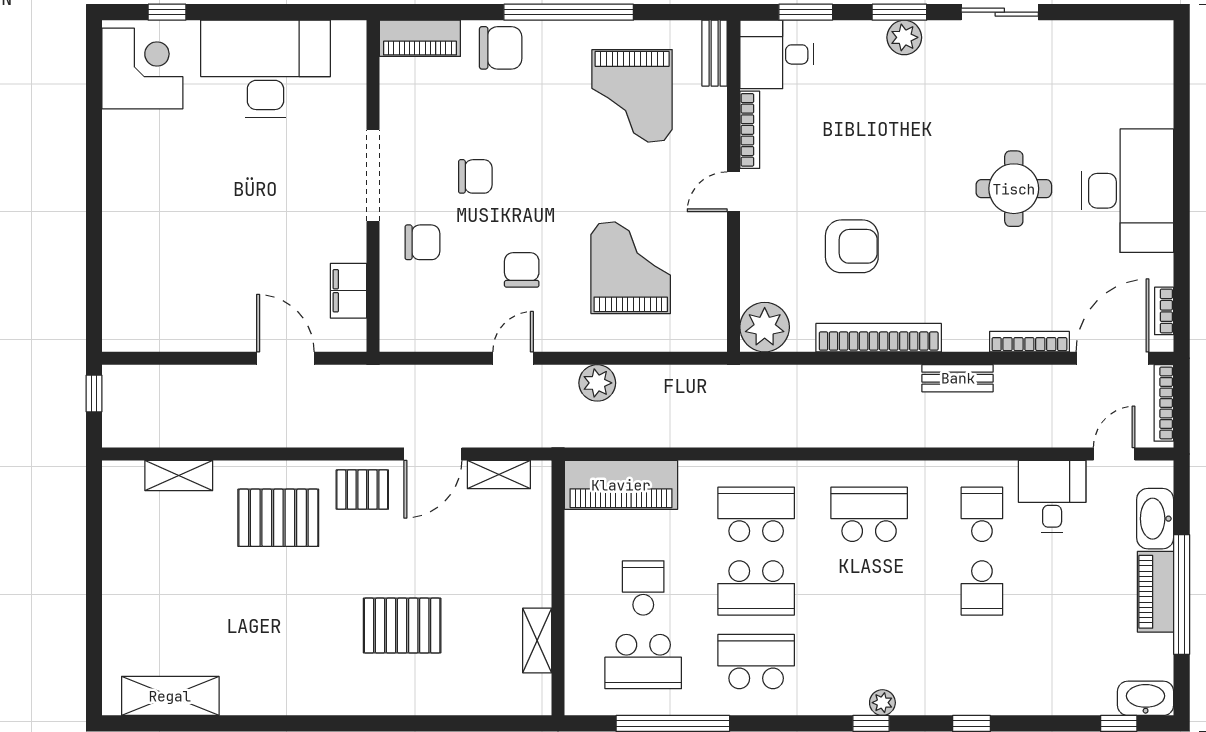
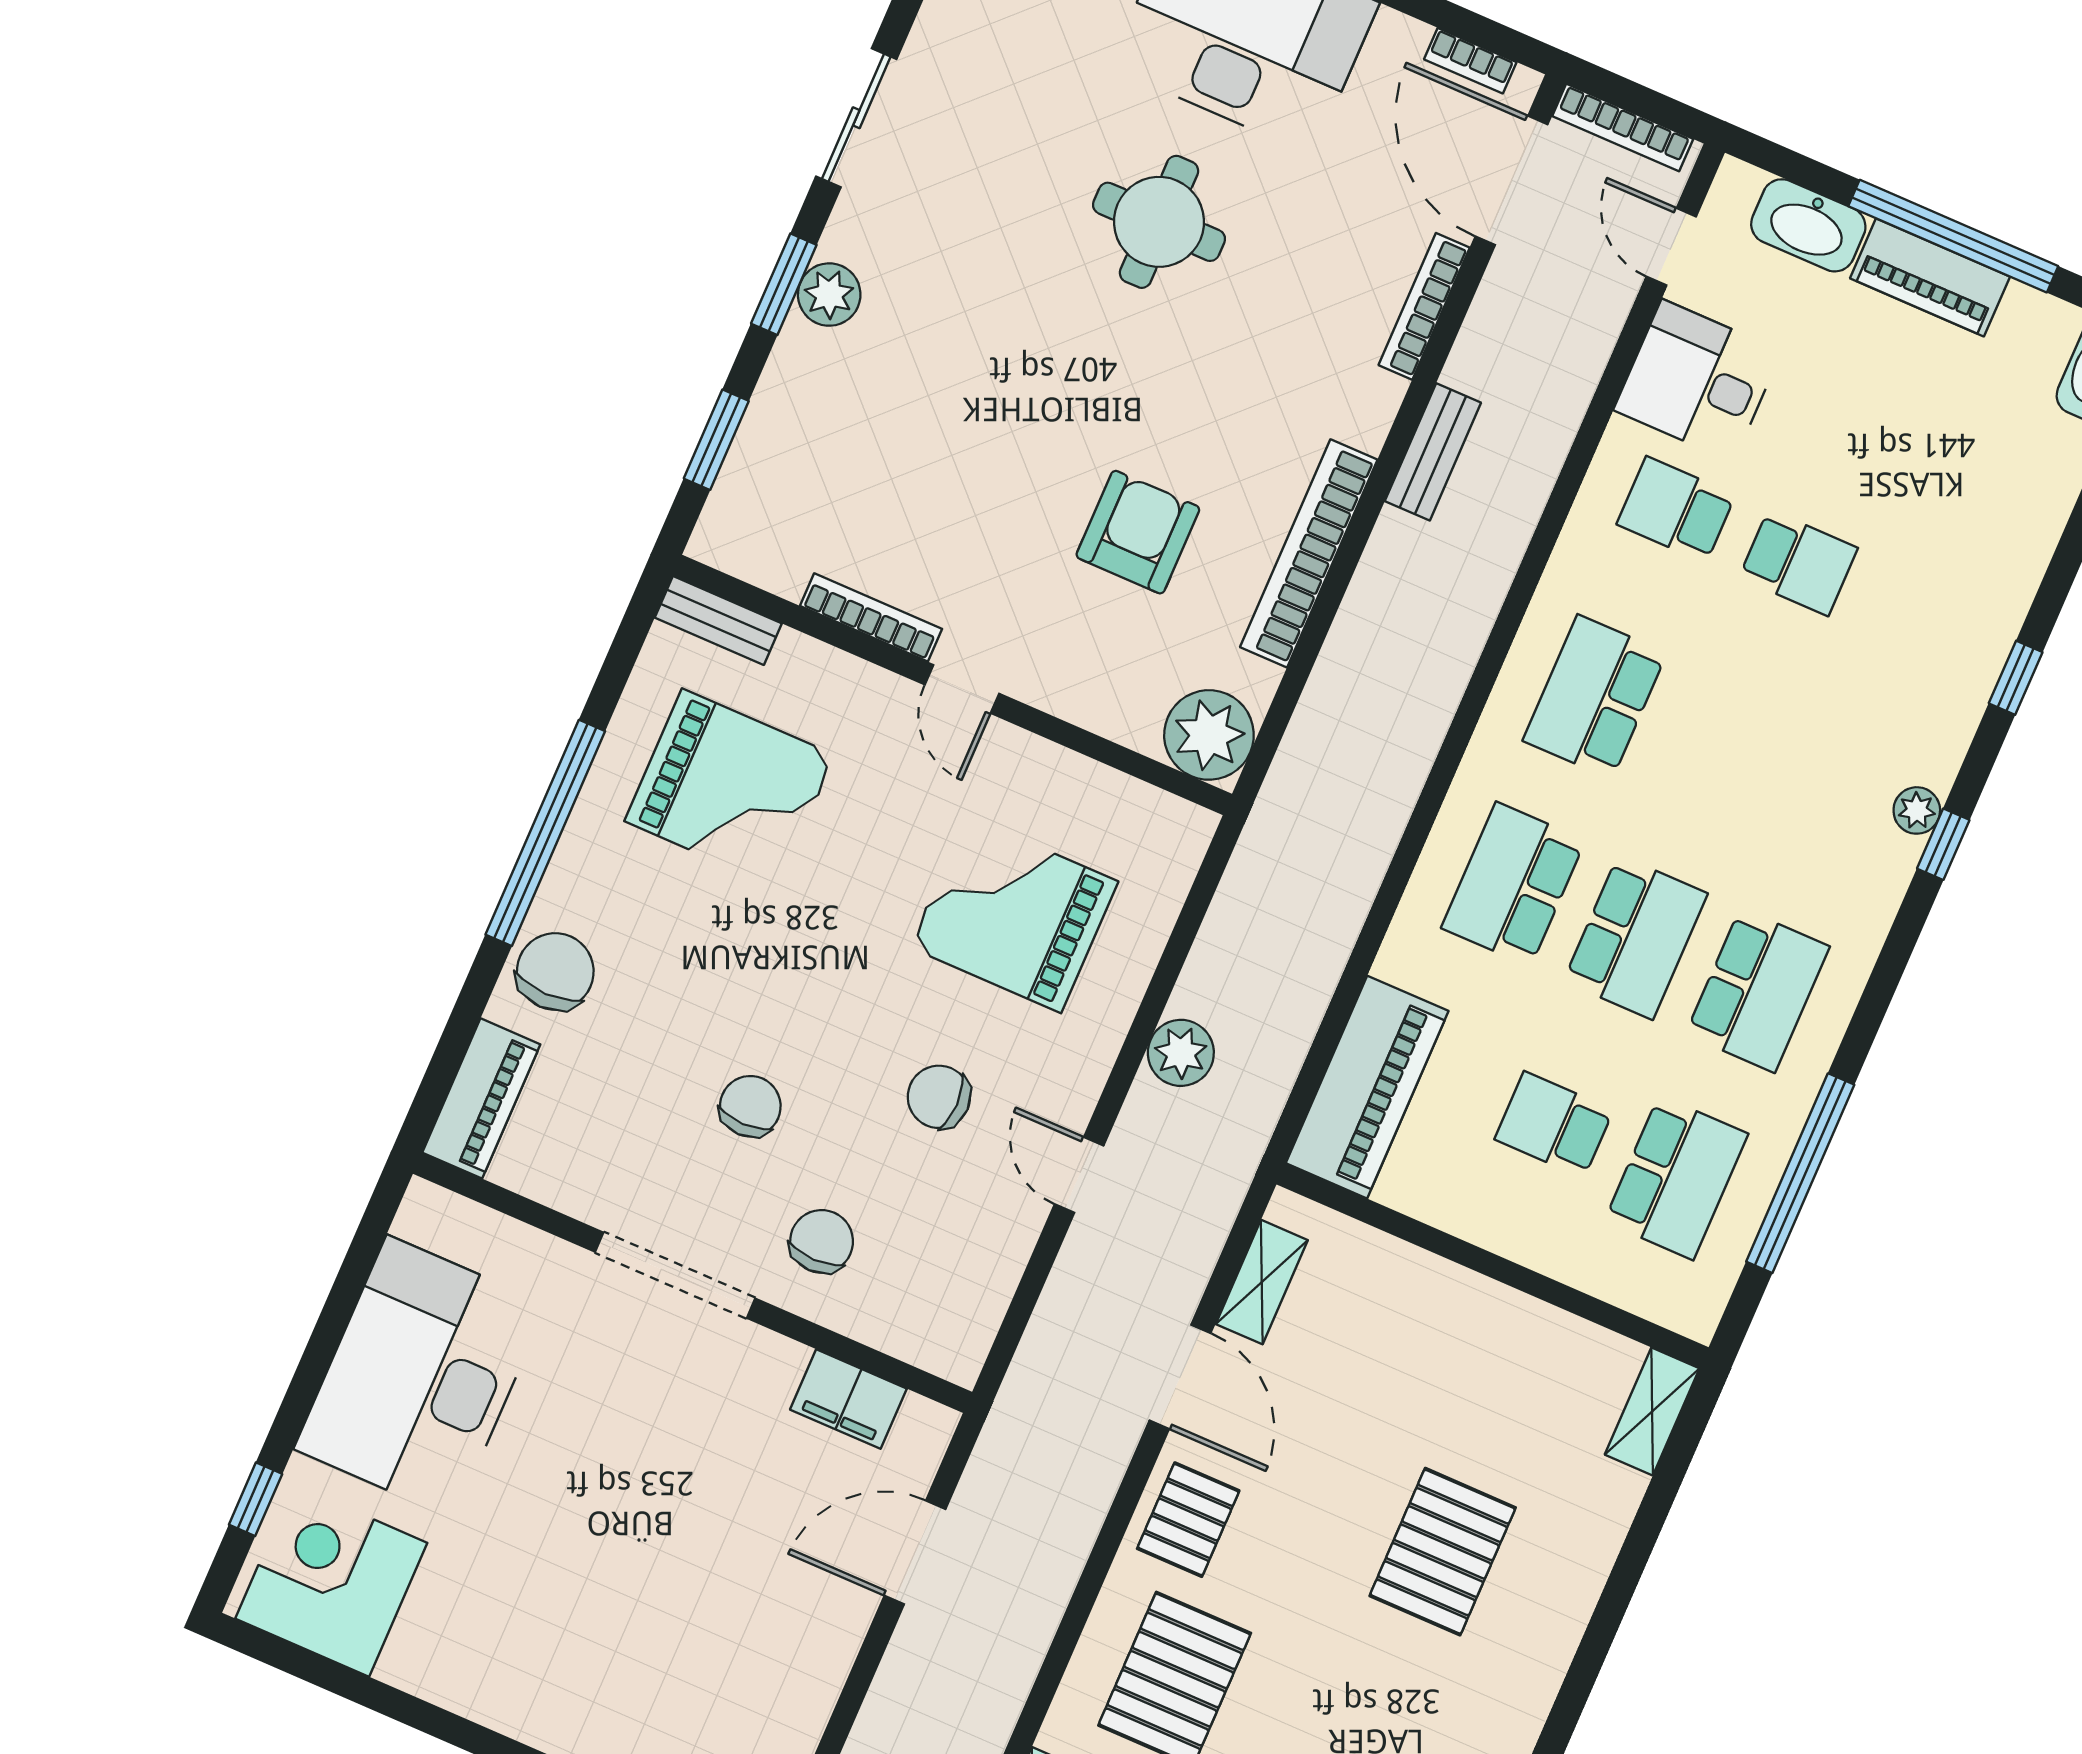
desk: (777, 54) -> (765, 518), removed
shelving: (537, 640) -> (1652, 1411), moved, turned 90
school desk: (756, 662) -> (1758, 990), turned 180

